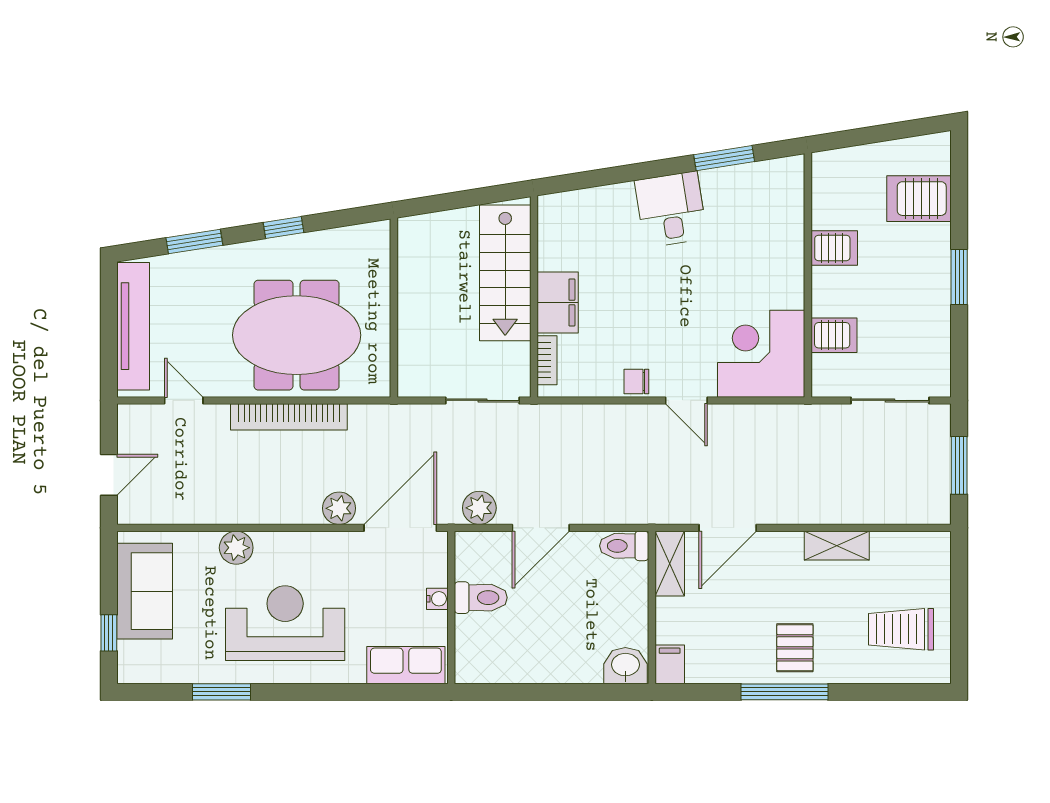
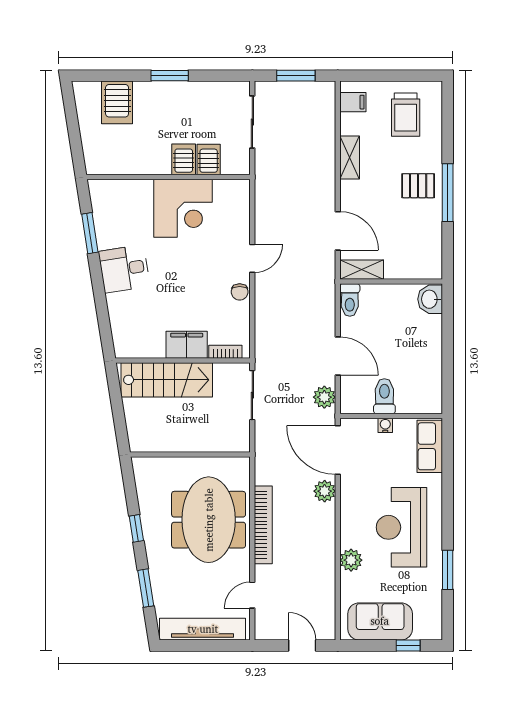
server rack: (834, 248) -> (184, 159), moved
corner desk: (761, 354) -> (183, 208), moved, turned -90
filing cabinet: (670, 664) -> (353, 102), moved, turned 180

